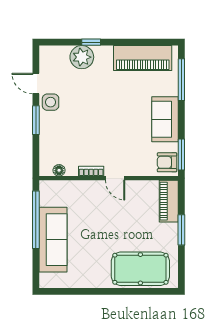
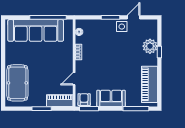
door: (115, 178) -> (74, 79), moved
sofa: (53, 240) -> (36, 30), width x1.36, depth x1.27

